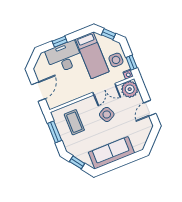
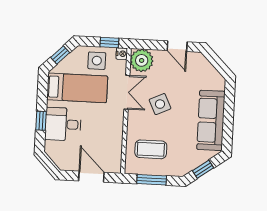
desk: (64, 57) -> (63, 124), width x0.73

